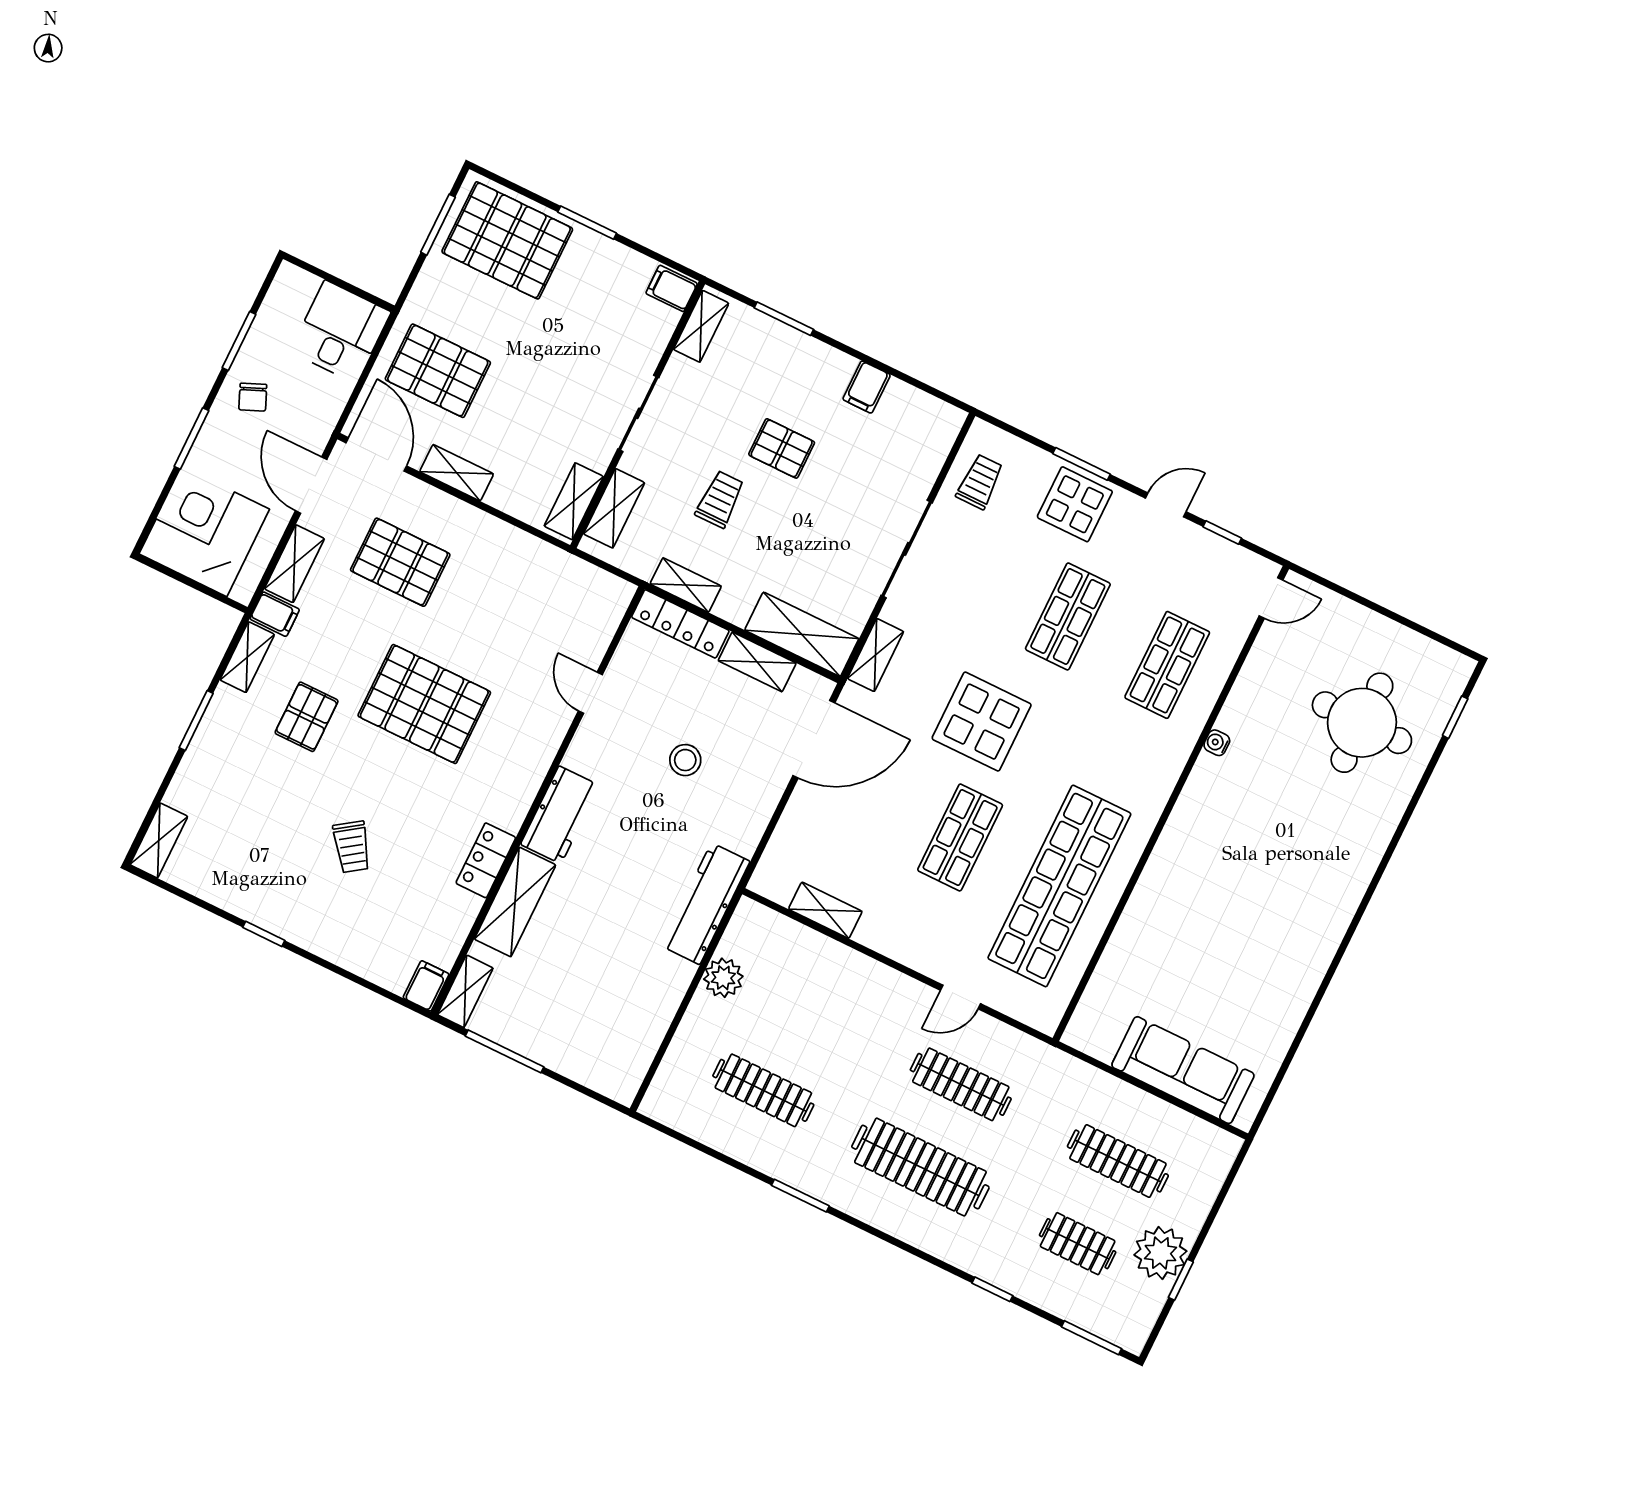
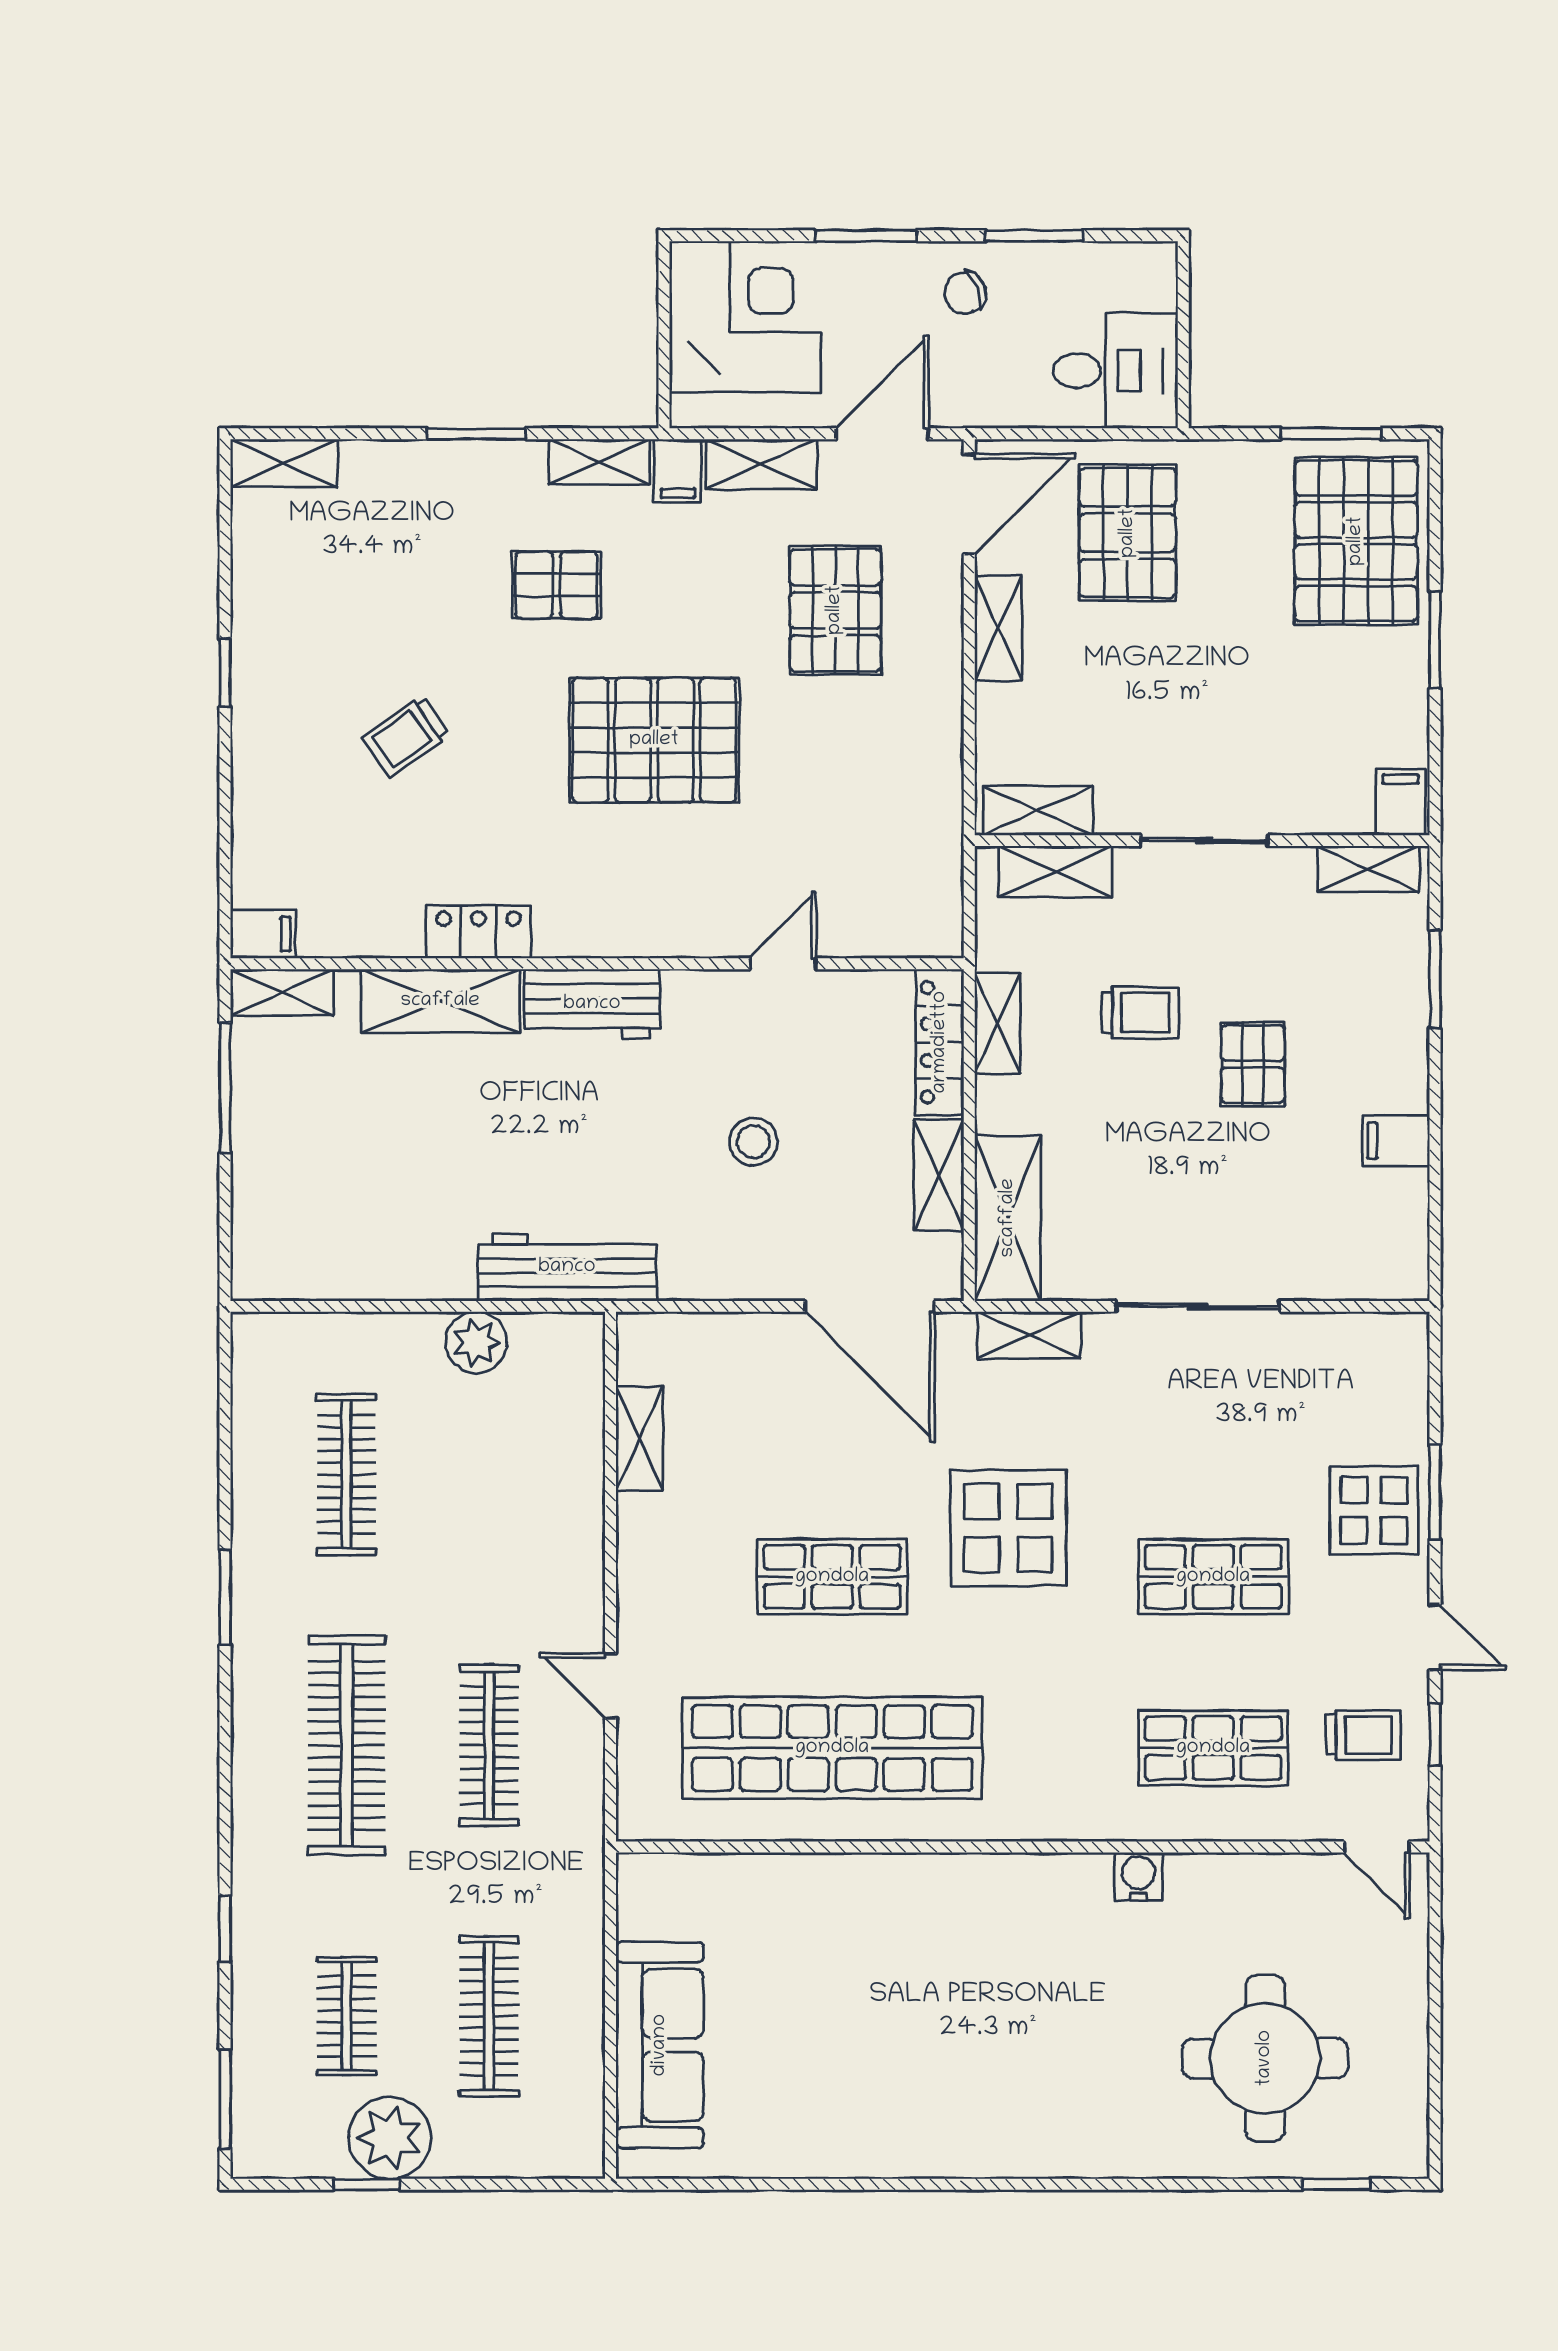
trolley: (980, 482) -> (1363, 1735), moved
pallet: (424, 704) -> (654, 740), turned 90
water cooler: (1217, 743) -> (1138, 1877), width x1.38, depth x1.38

